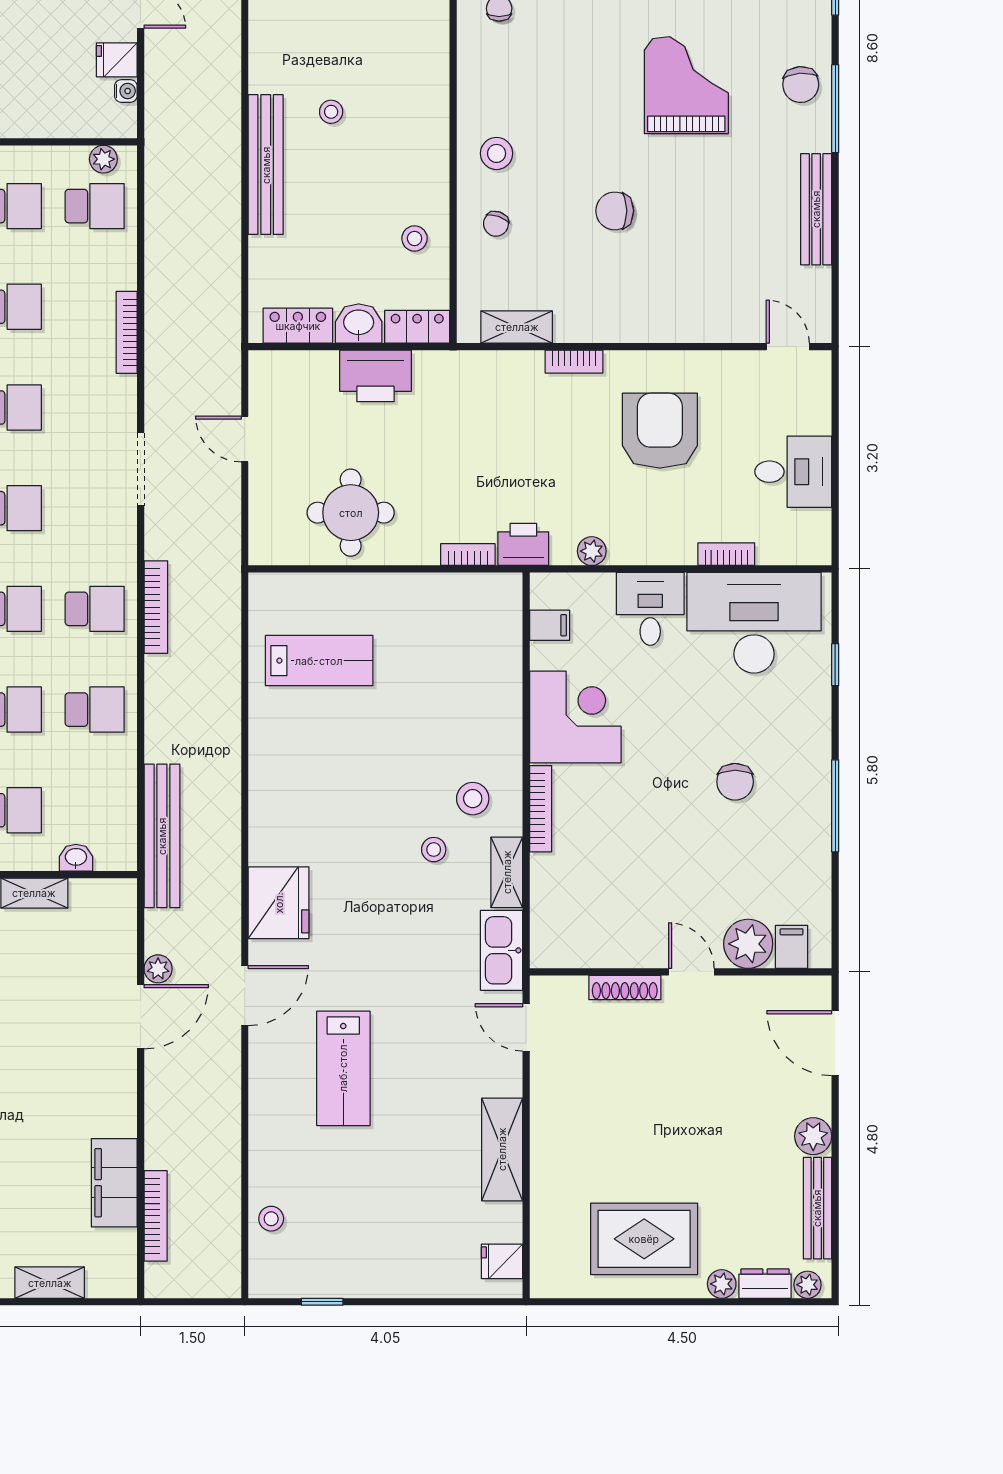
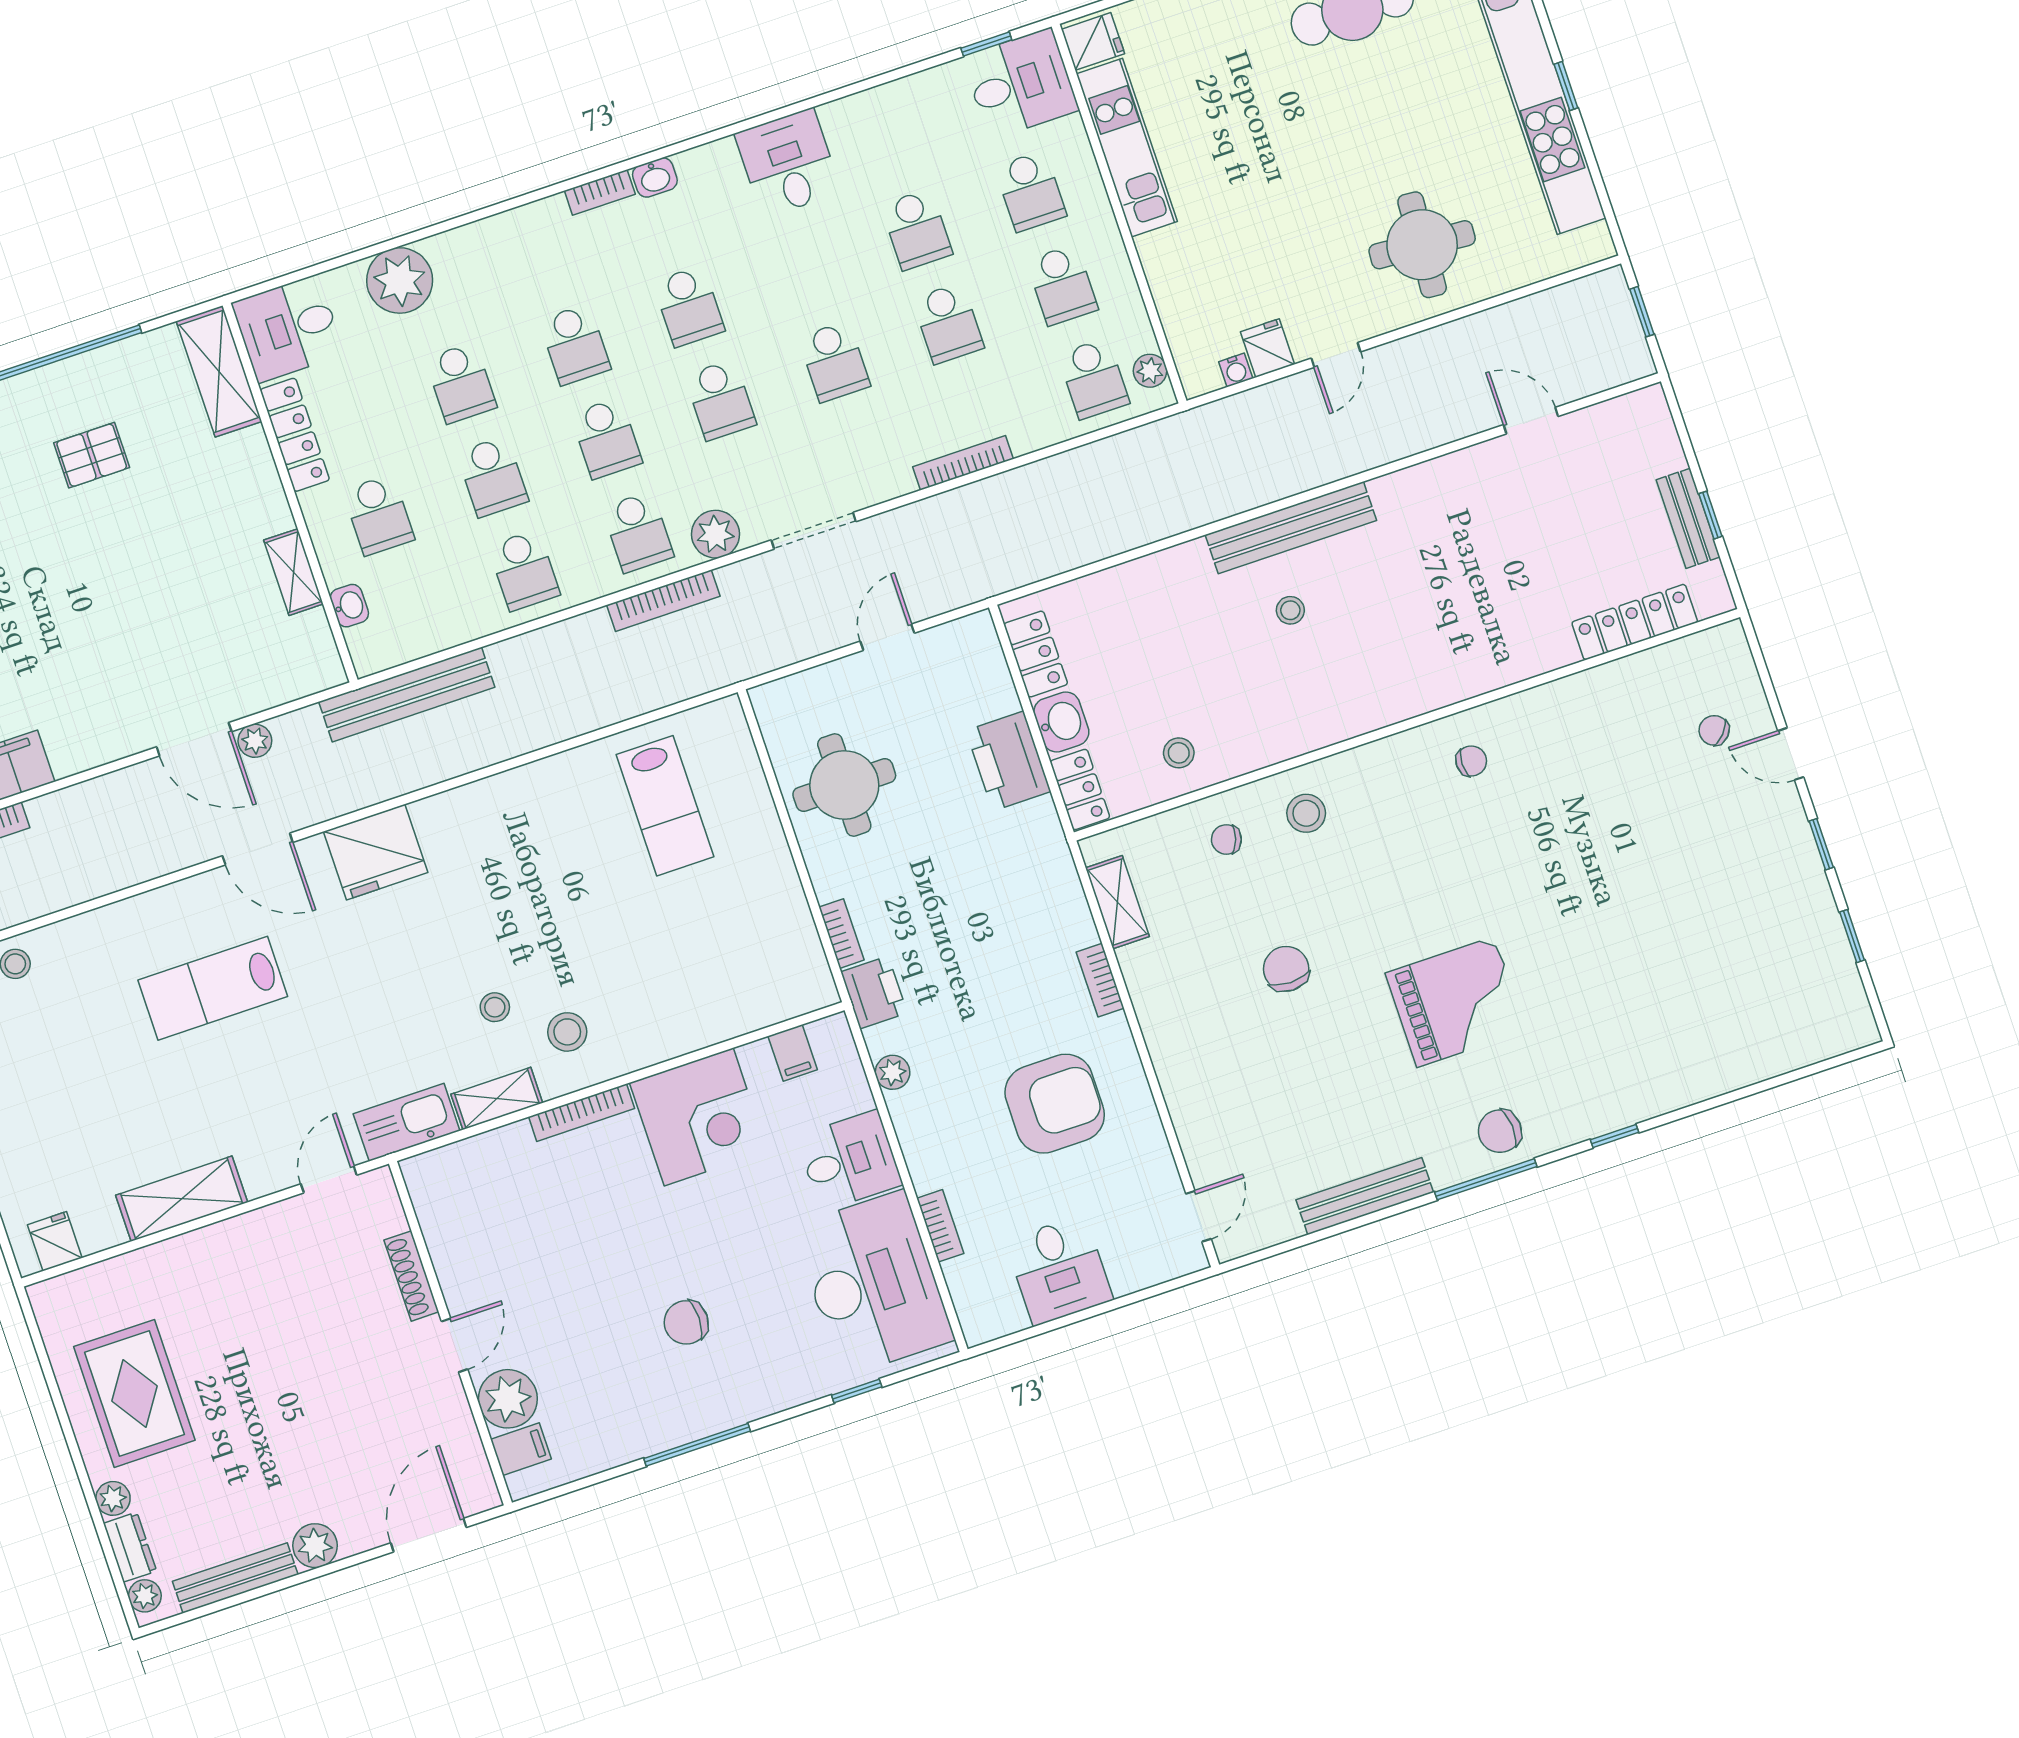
bench: (266, 165) -> (1291, 528), moved
plant: (117, 548) -> (715, 534), added

